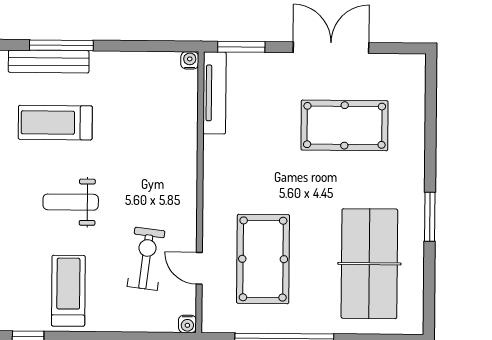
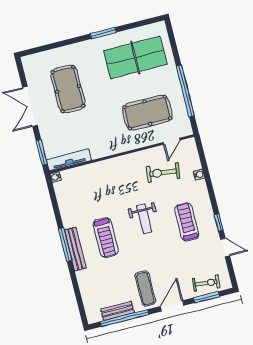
door: (199, 268) -> (172, 141), moved
treadmill: (68, 291) -> (187, 222), moved, turned 90
water cooler: (187, 324) -> (199, 175), moved

